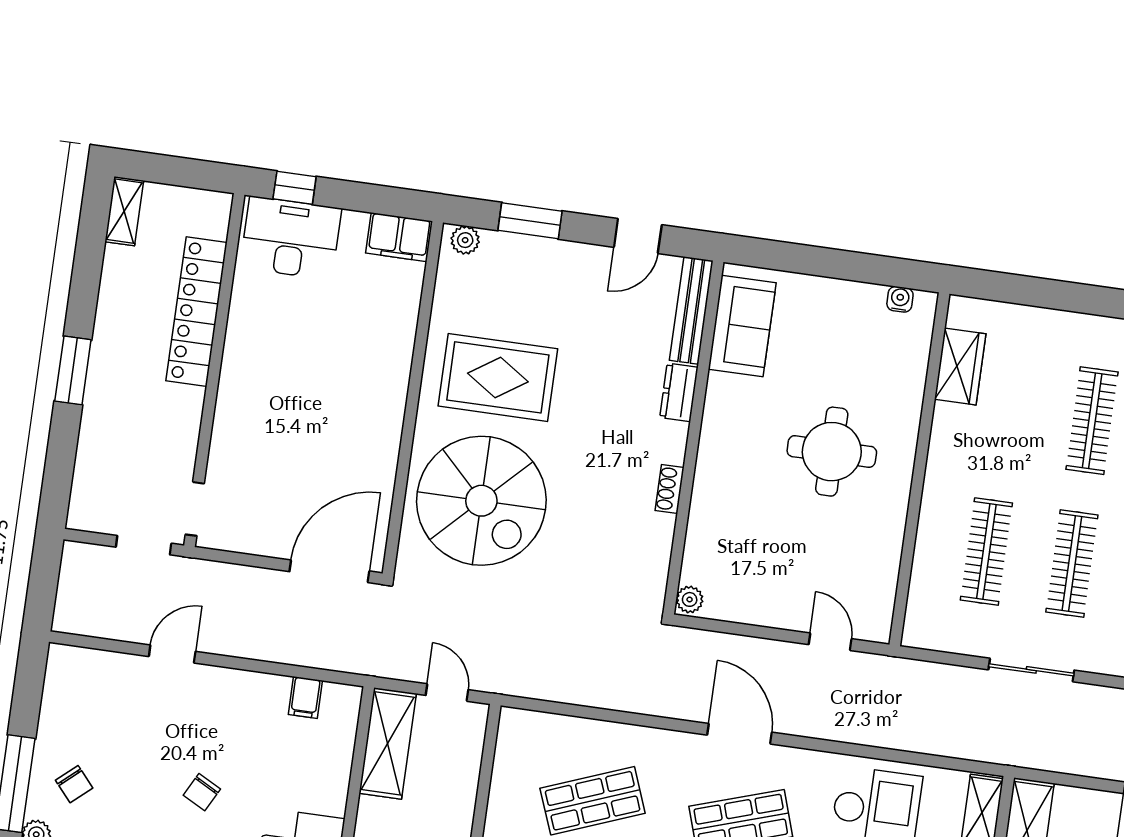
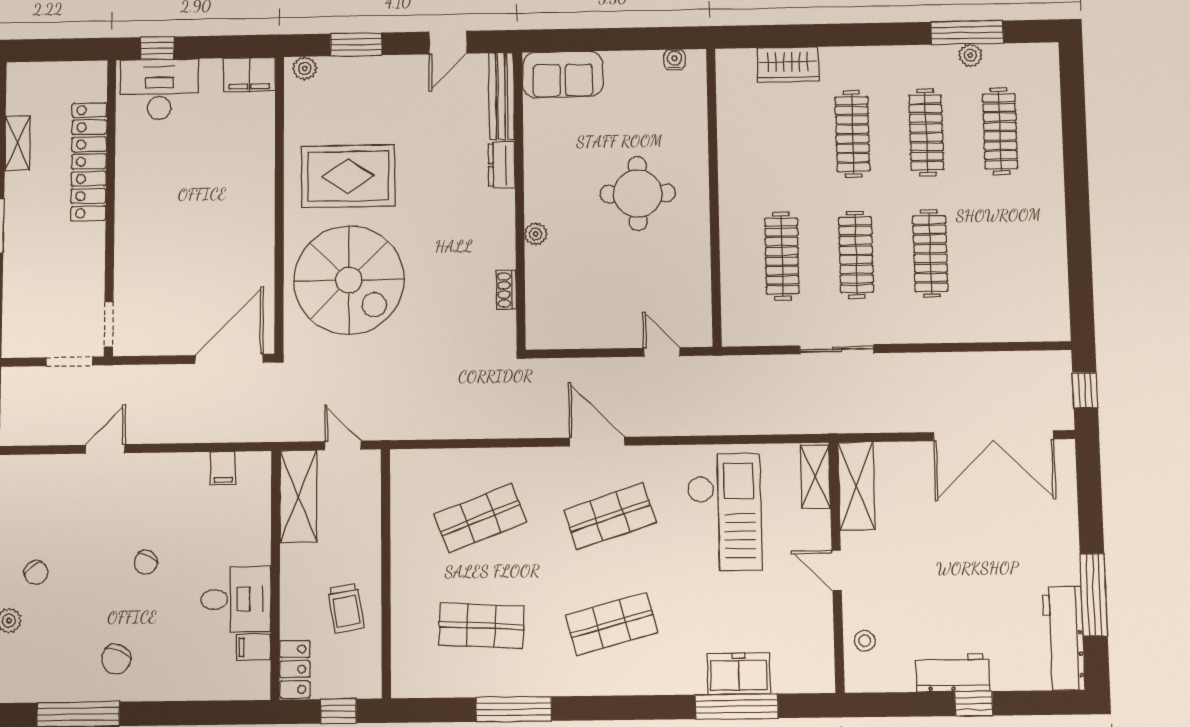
shelving: (124, 211) -> (18, 143), moved
sofa: (742, 326) -> (563, 74), moved, turned 90
wardrobe: (960, 367) -> (788, 65), moved, turned 90
shoe rack: (670, 489) -> (506, 290), moved
plant: (690, 599) -> (536, 234), moved

